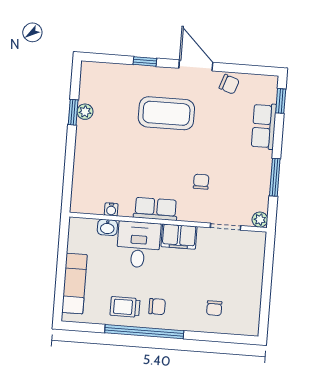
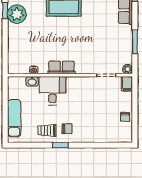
plant: (85, 112) -> (17, 14), width x1.88, depth x1.88
chair: (201, 182) -> (89, 48), removed
filing cabinet: (179, 237) -> (127, 84), moved, width x0.50
chair: (214, 308) -> (125, 117), moved
window: (144, 332) -> (60, 145), width x0.32

